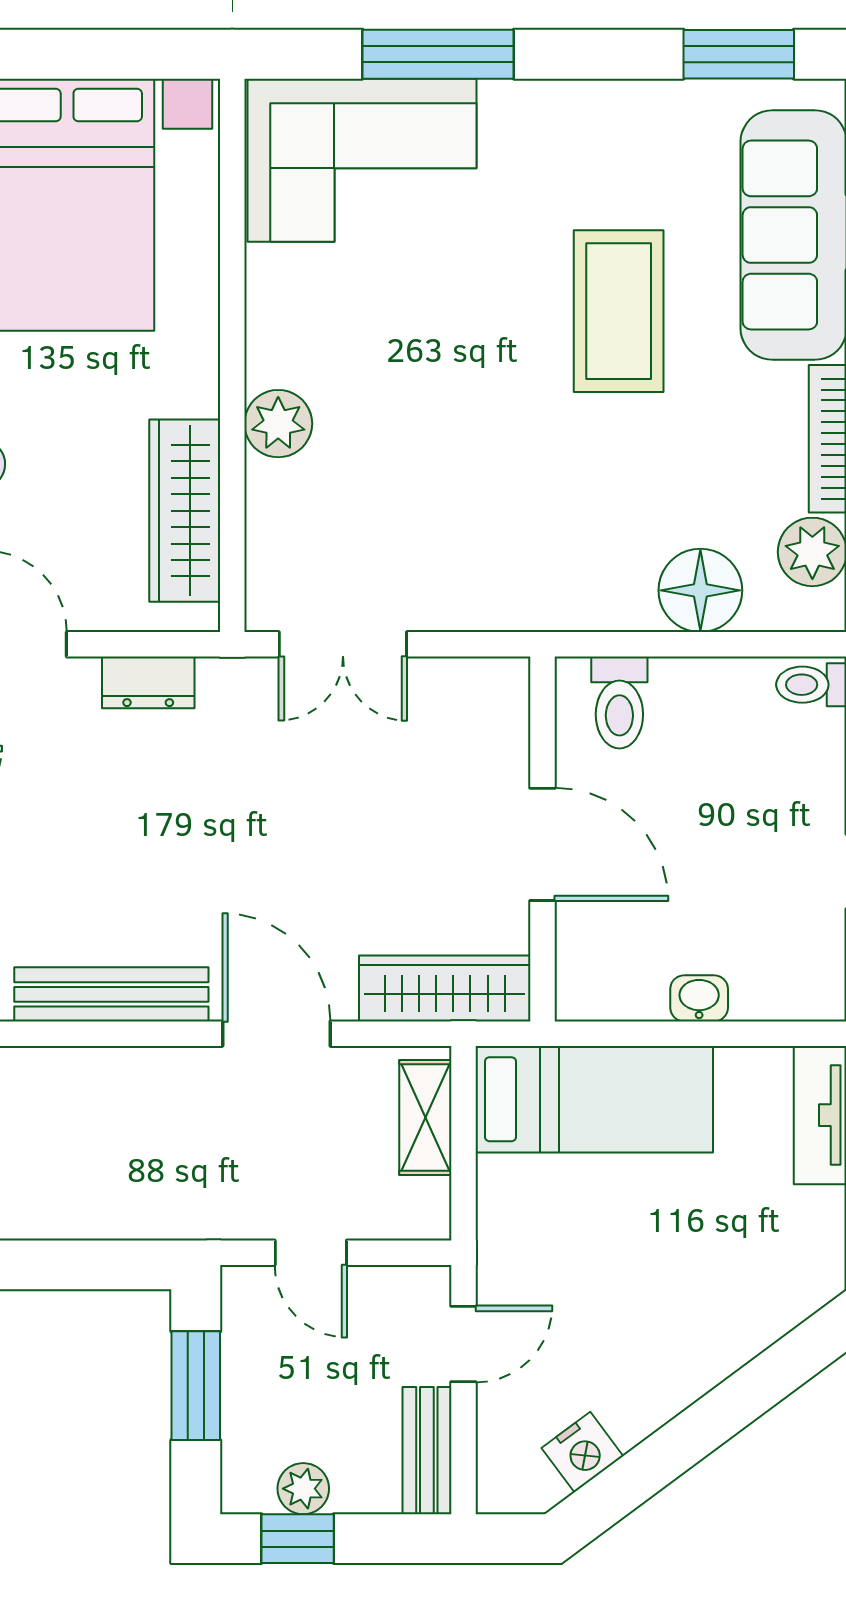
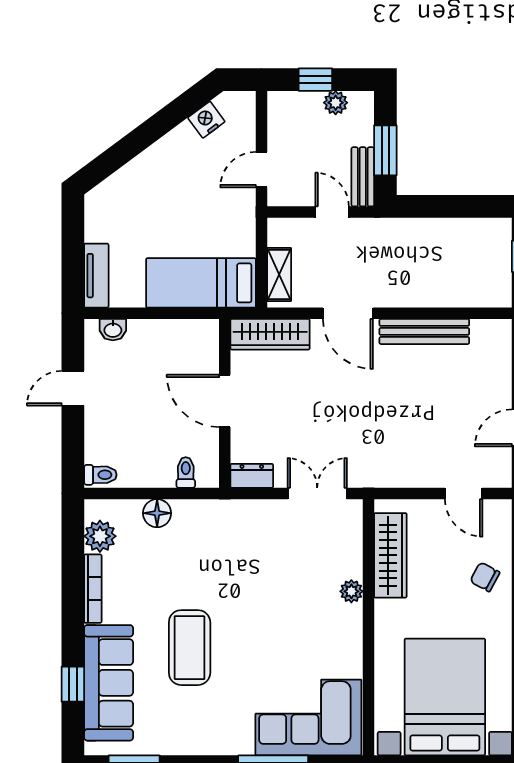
plant: (278, 424) -> (351, 591), width x0.73, depth x0.73
floor lamp: (700, 590) -> (157, 513), width x0.73, depth x0.73
dresser: (148, 682) -> (252, 476), moved
toilet: (619, 703) -> (186, 472), width x0.73, depth x0.72
washbasin: (699, 998) -> (113, 330), moved
bench: (427, 1451) -> (363, 177), moved
window: (298, 1539) -> (315, 80), moved

